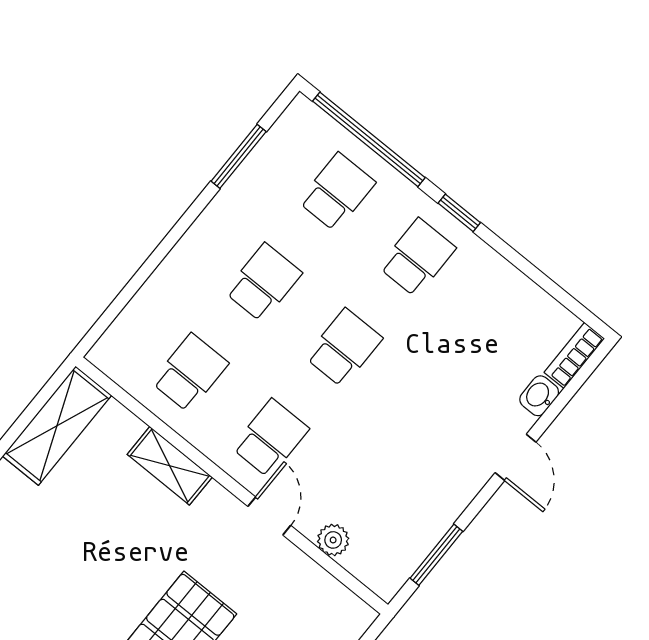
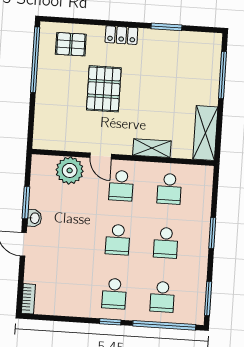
window: (239, 156) -> (208, 298), moved
window: (170, 241) -> (212, 233), added
washbasin: (539, 396) -> (34, 218), moved
plant: (333, 540) -> (70, 170), width x1.88, depth x1.88
window: (436, 555) -> (26, 203), moved

